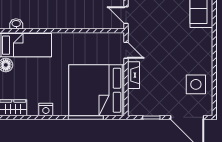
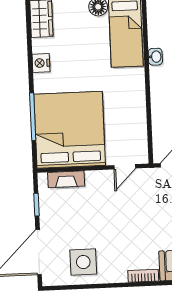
washbasin: (16, 24) -> (155, 57), moved
bookcase: (208, 40) -> (143, 276), added
fireplace: (134, 75) -> (66, 179), moved

